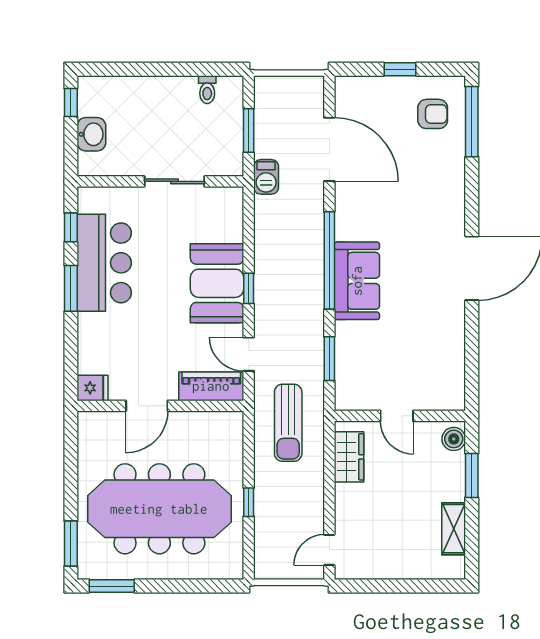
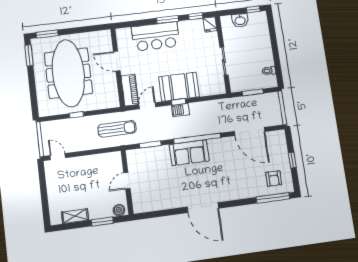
door: (329, 149) -> (250, 131), hinge flipped
barbecue: (266, 177) -> (181, 110), moved
bar counter: (104, 263) -> (156, 36), moved
fridge: (93, 388) -> (210, 24), moved
sun lounger: (288, 423) -> (117, 129), turned 180
wardrobe: (349, 457) -> (104, 160), removed

